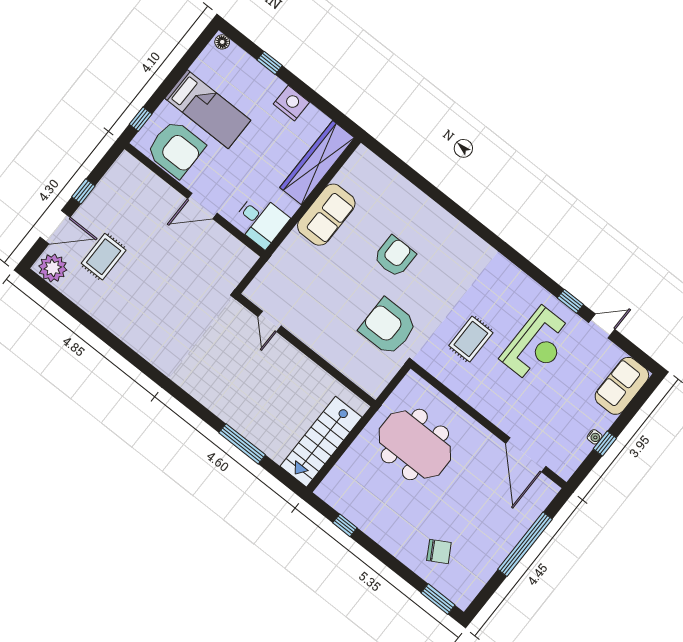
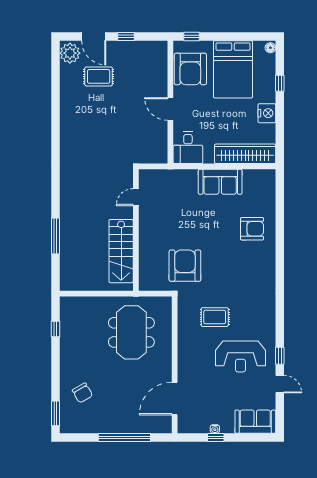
bed: (208, 109) -> (233, 69), width x1.50
armchair: (395, 256) -> (252, 229), moved
stairs: (321, 442) -> (121, 251), moved, turned -90

